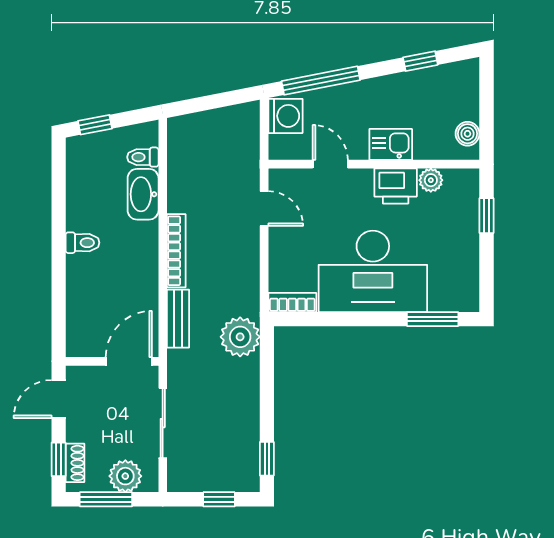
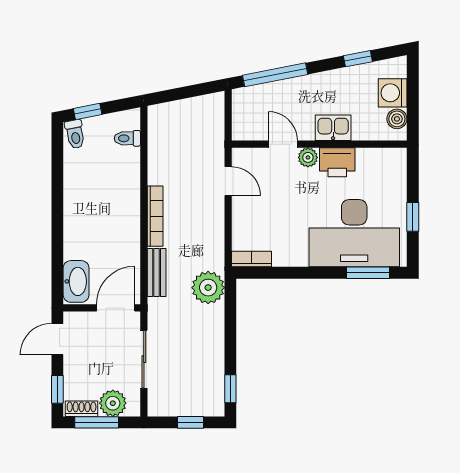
washing machine: (285, 116) -> (393, 93), moved, turned 180
plant: (431, 180) -> (308, 157), moved
washbasin: (143, 194) -> (76, 281), moved, turned 180
window: (486, 216) -> (413, 217), moved
toilet: (83, 243) -> (75, 134), moved, turned 79
desk: (373, 271) -> (354, 233), moved
shoe rack: (75, 463) -> (82, 409), moved, turned -90

